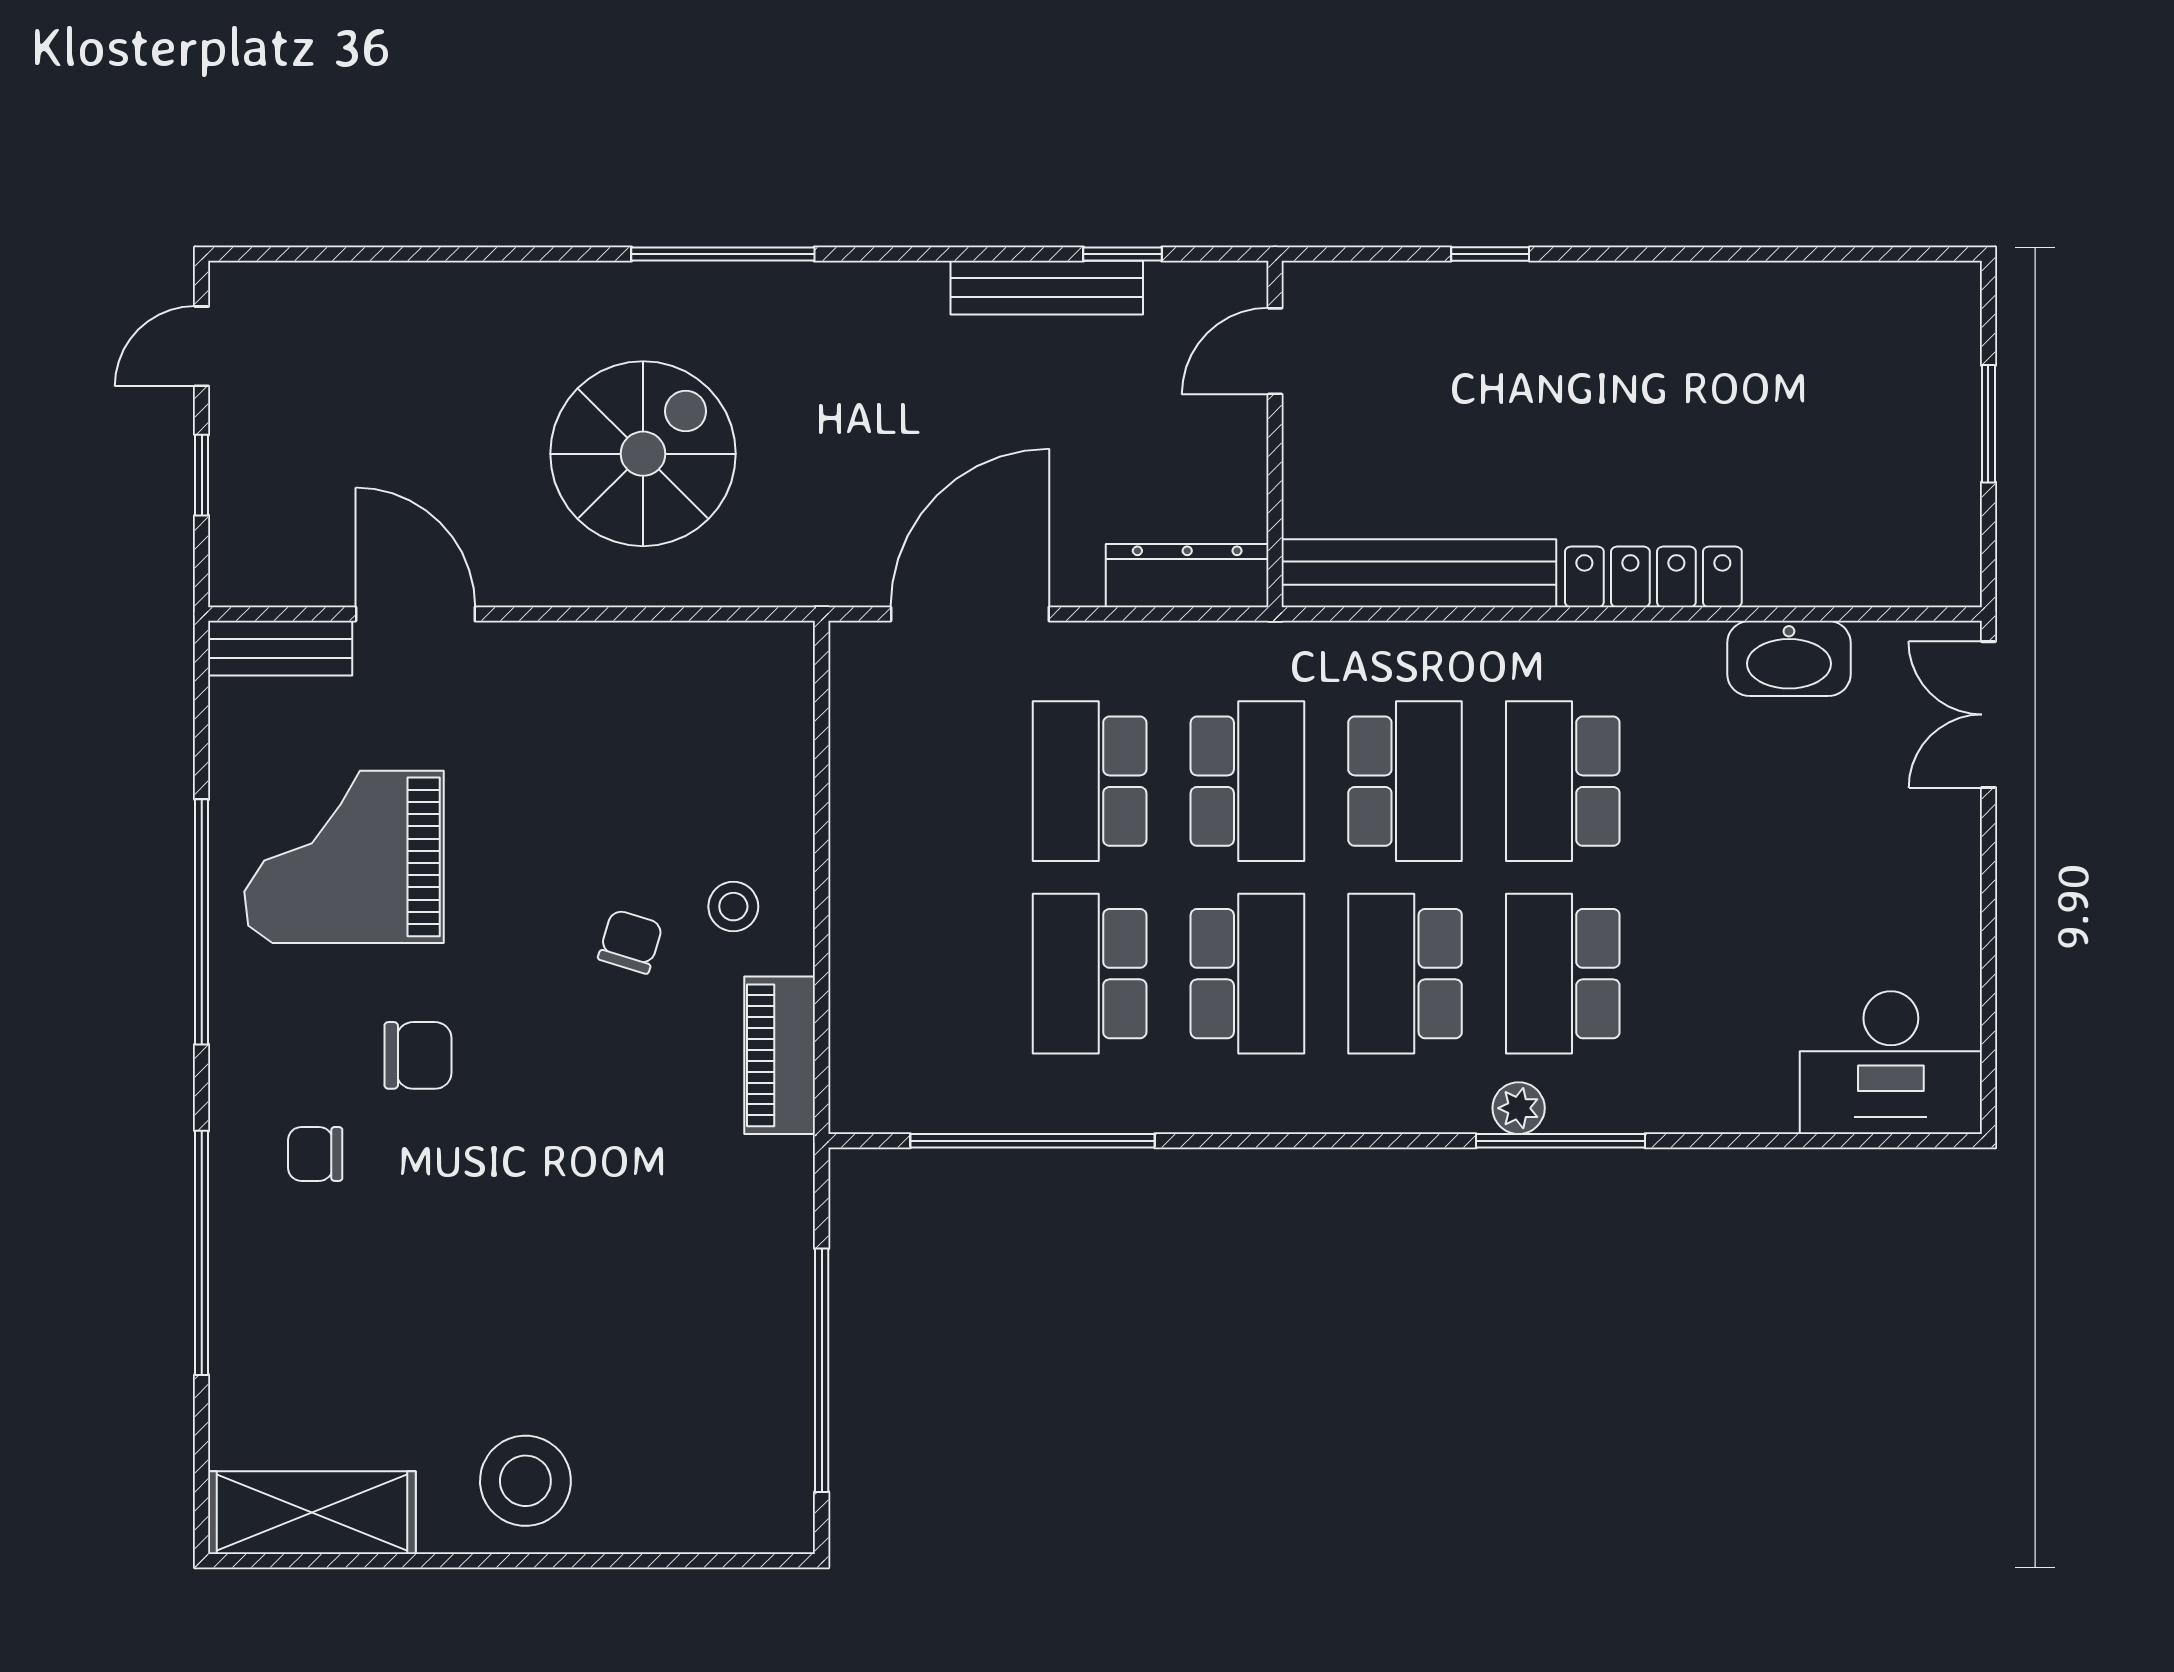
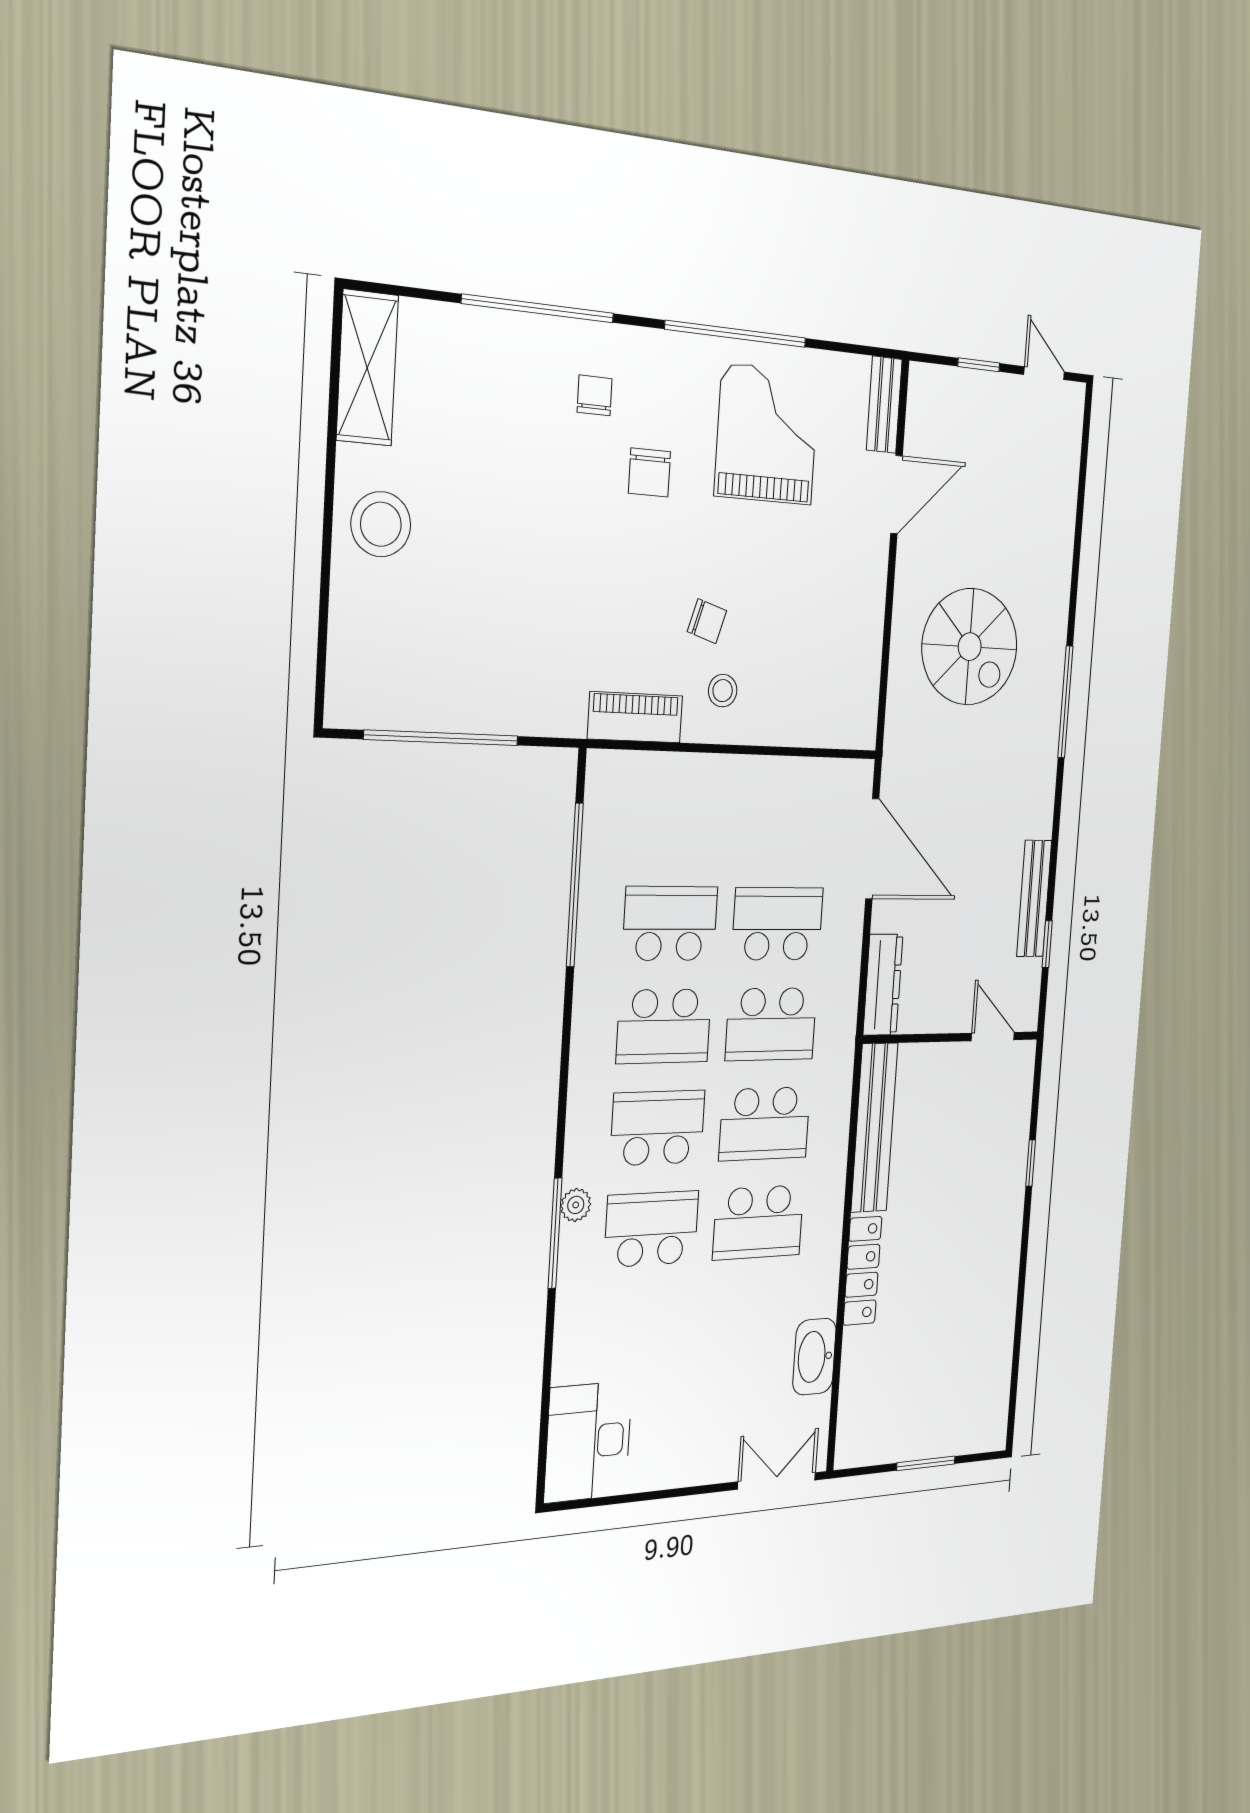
school desk: (1563, 781) -> (758, 1222), turned 180

